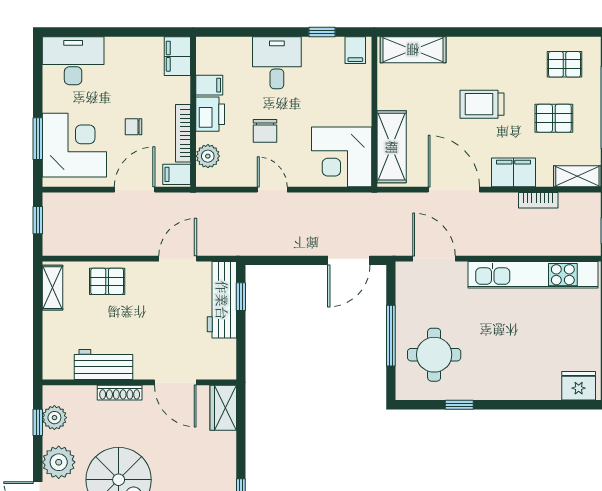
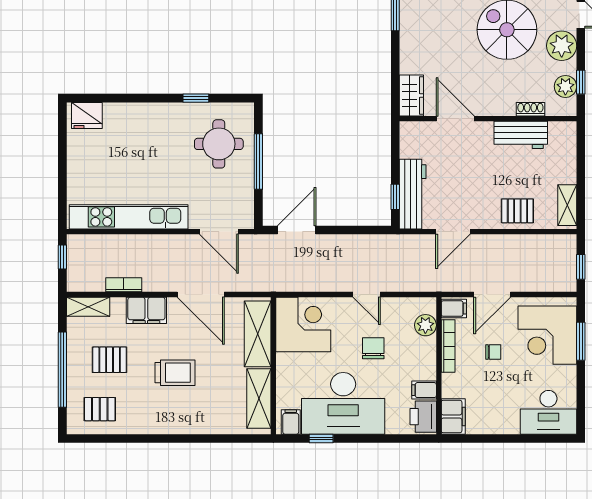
shelving: (413, 50) -> (259, 398), moved, turned 90
desk: (277, 63) -> (343, 403), width x1.87, depth x1.30
printer: (210, 114) -> (423, 417), moved
shoe rack: (120, 393) -> (530, 109), moved, width x0.70

